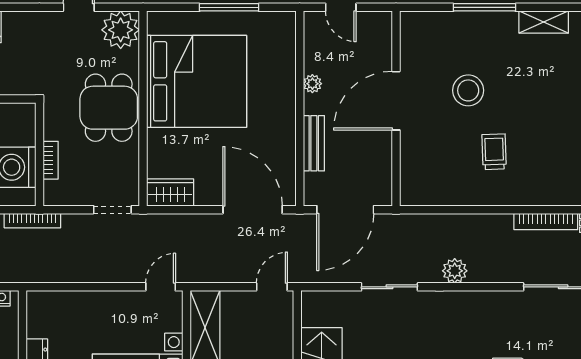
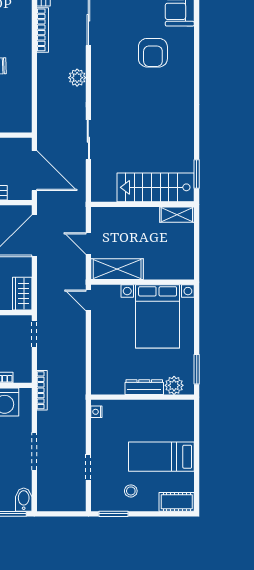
plant: (455, 271) -> (77, 78), moved
door: (272, 287) -> (88, 244), moved

